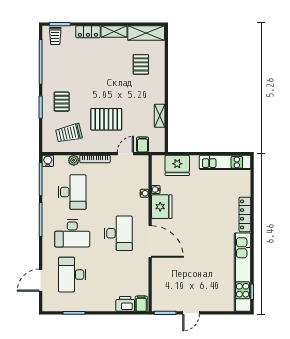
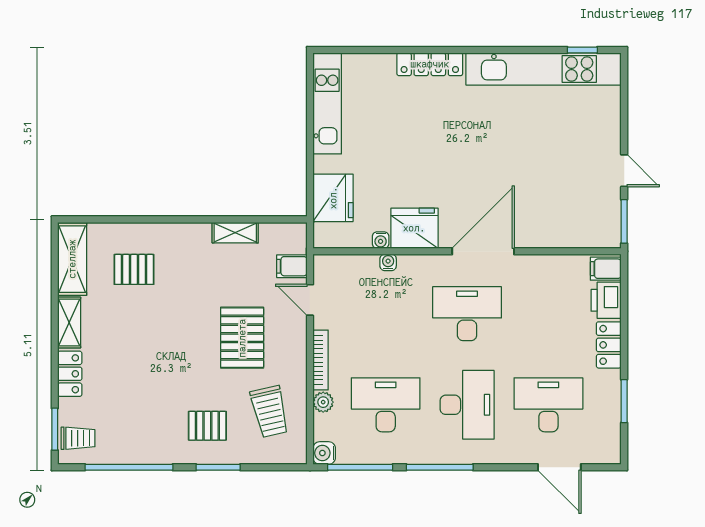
desk: (72, 275) -> (548, 405), turned 180
locker: (103, 305) -> (609, 345), added

